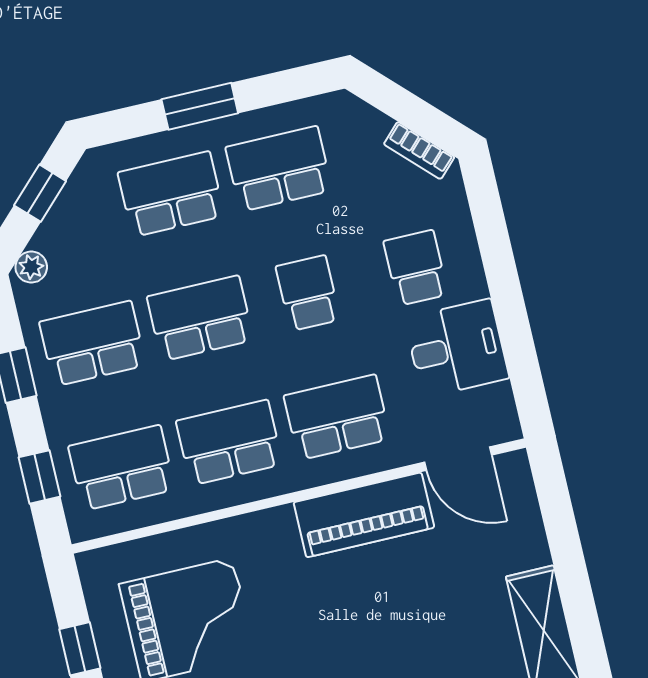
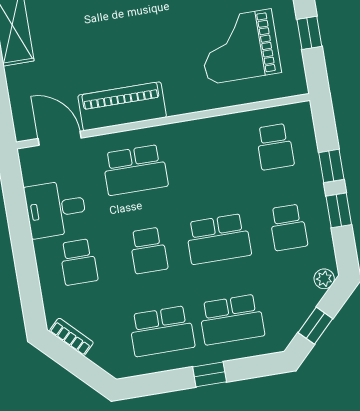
window: (200, 106) -> (210, 374), width x0.67
school desk: (93, 344) -> (288, 227), width x0.54
school desk: (229, 443) -> (205, 158), removed
school desk: (122, 468) -> (275, 147), width x0.54
window: (39, 477) -> (331, 166), moved

